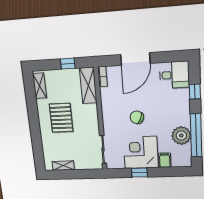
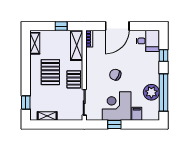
pallet: (89, 125) -> (74, 79), added
window: (38, 152) -> (26, 103), added

